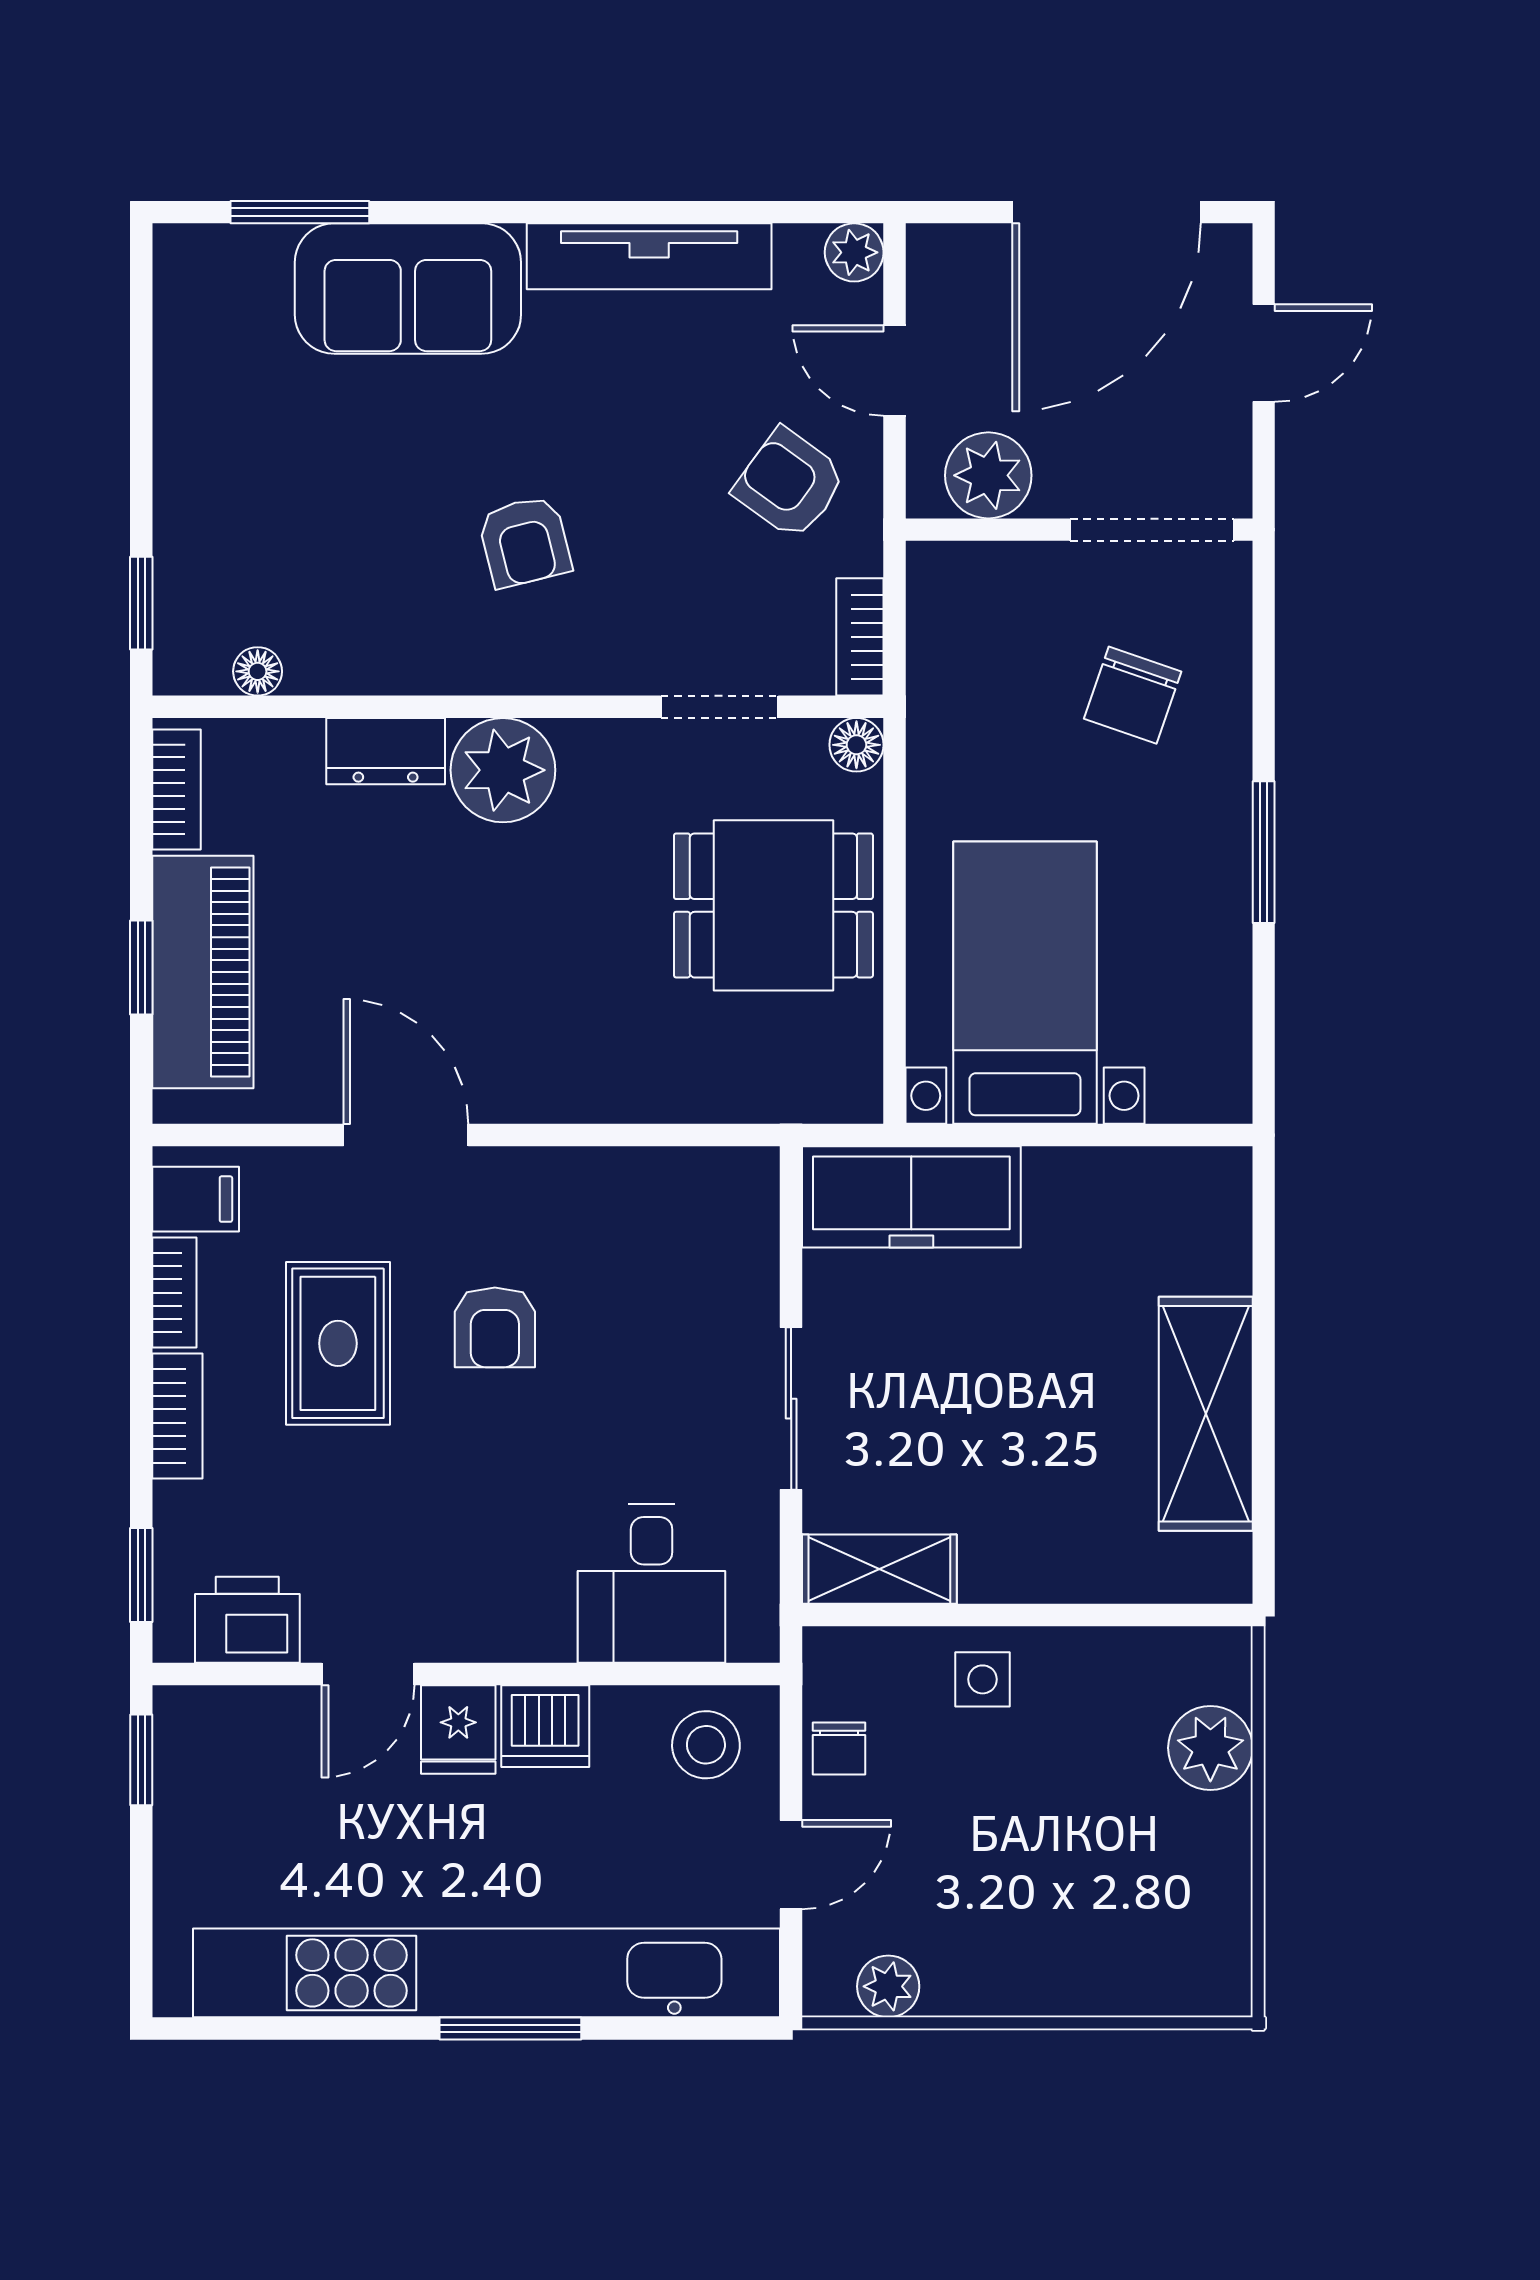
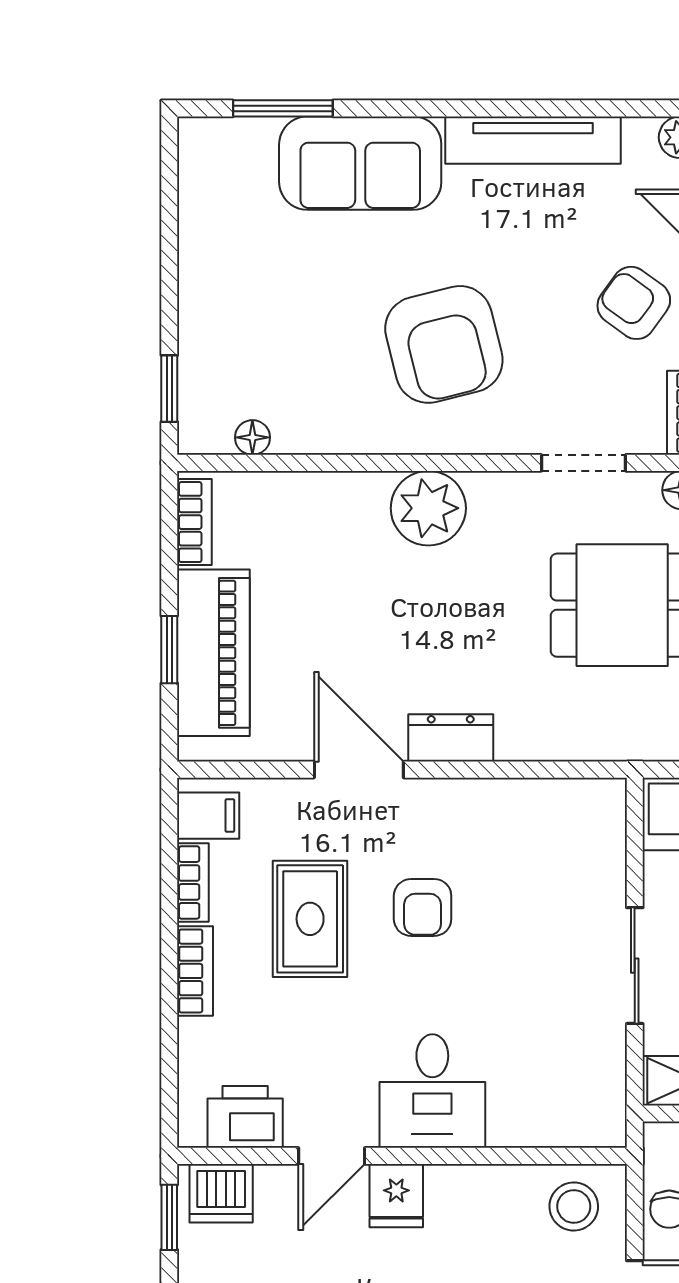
armchair: (525, 542) -> (444, 344), width x1.88, depth x1.88
dresser: (386, 751) -> (451, 738), moved, turned 180
window: (141, 1575) -> (169, 1085), removed
desk: (652, 1584) -> (432, 1091), moved
dishwasher: (545, 1726) -> (221, 1193), moved

